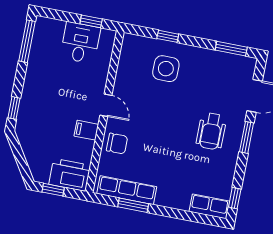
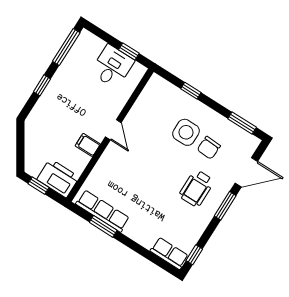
side table: (166, 69) -> (186, 132), moved
window: (14, 108) -> (42, 85), moved
chair: (117, 144) -> (209, 148), moved, turned 93

